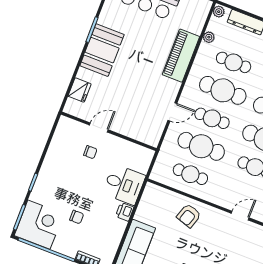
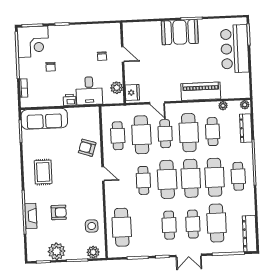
fridge: (80, 90) -> (132, 92), moved, turned -90
plant: (134, 151) -> (117, 88), added
door: (240, 216) -> (103, 174), moved

